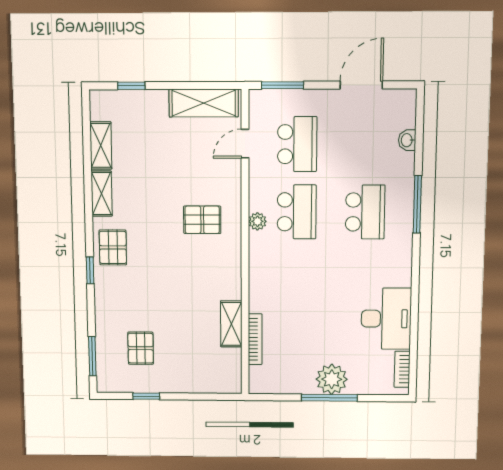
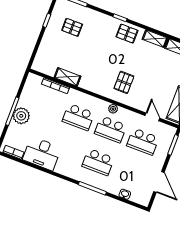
school desk: (296, 278) -> (78, 117), added

